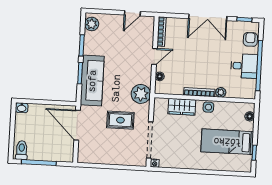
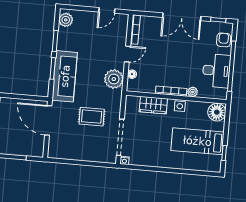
desk: (244, 66) -> (216, 71), width x1.37
plant: (141, 94) -> (114, 79), moved
floor lamp: (250, 116) -> (217, 112), width x1.89, depth x1.89

